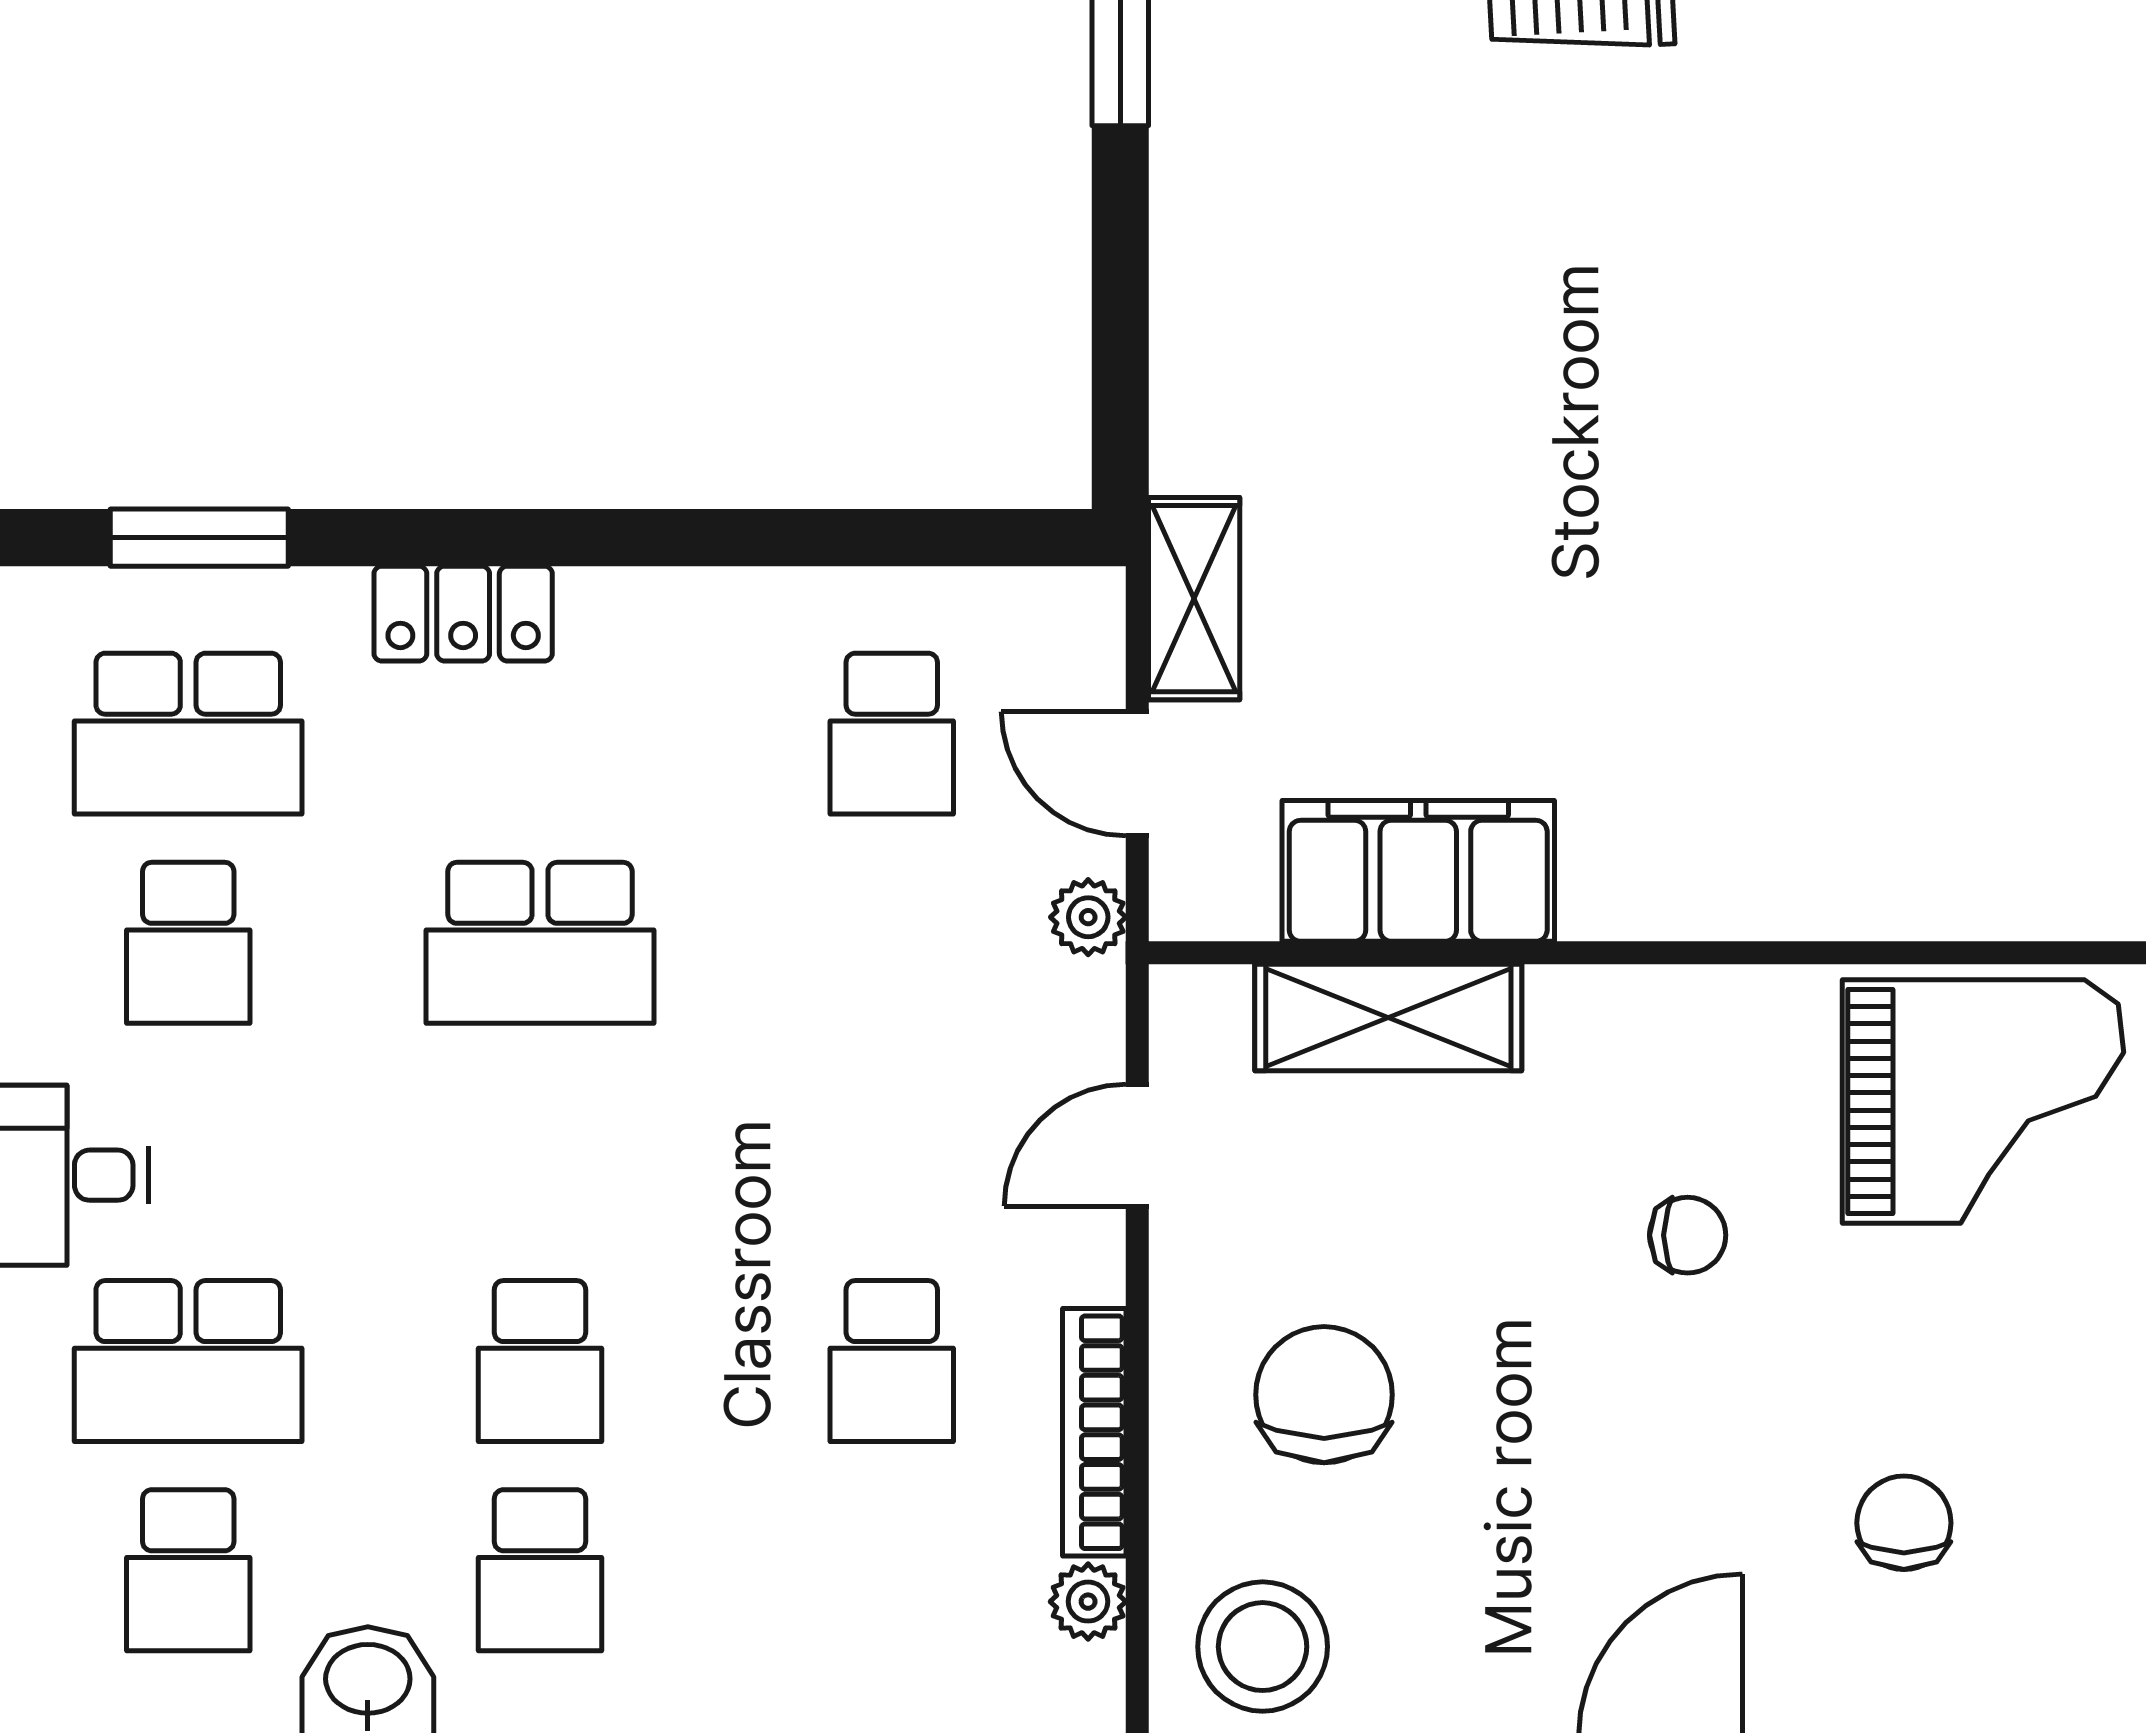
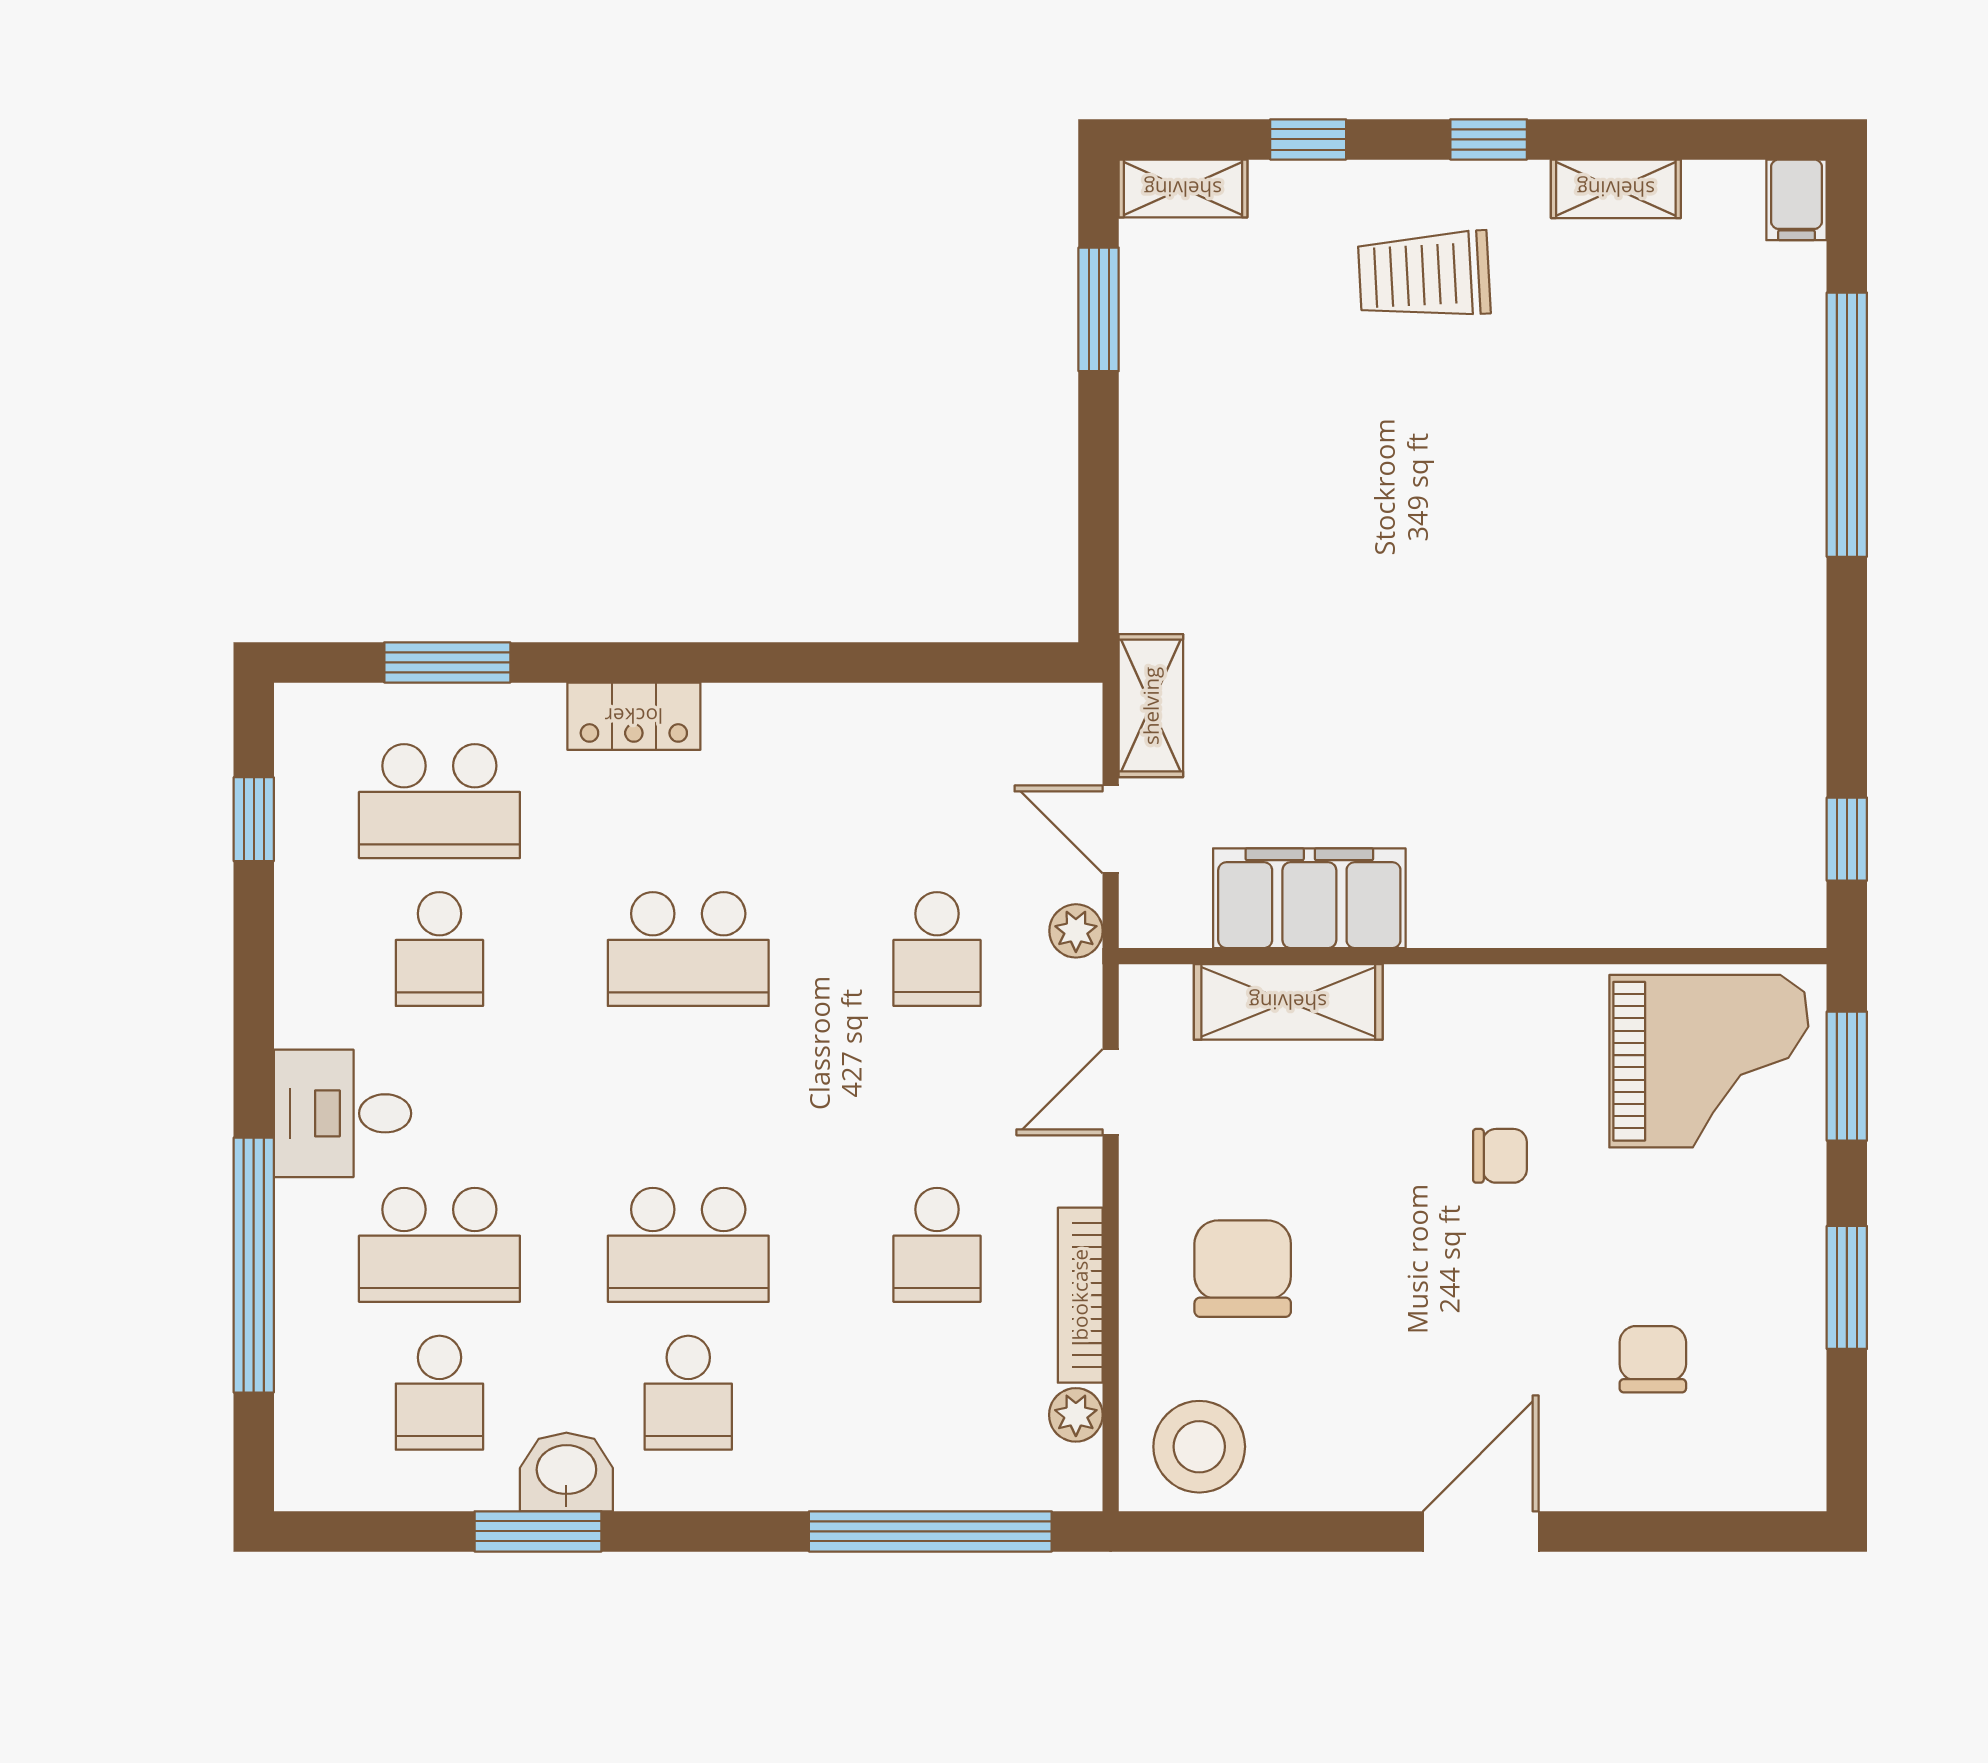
school desk: (892, 734) -> (937, 949), moved
school desk: (540, 1361) -> (688, 1245), width x1.85

